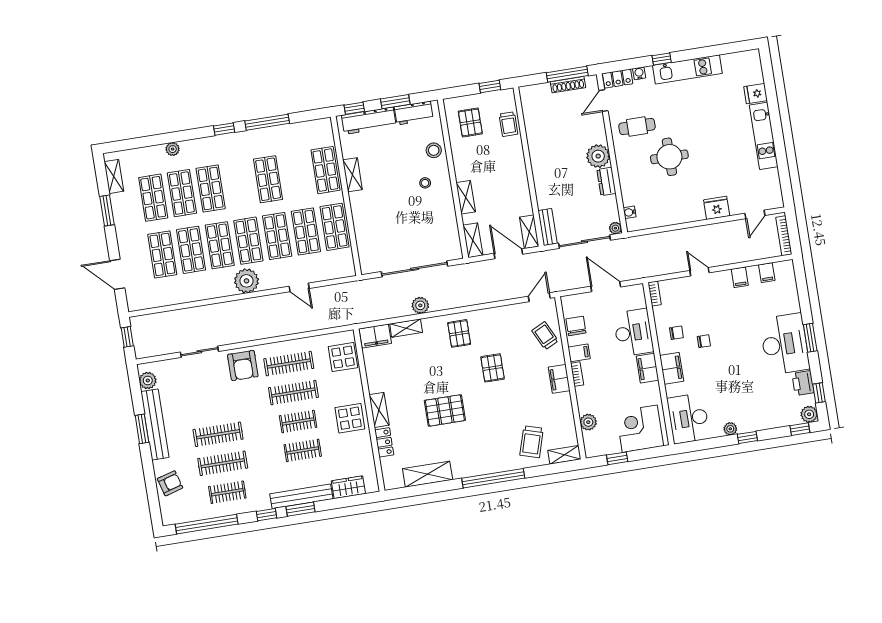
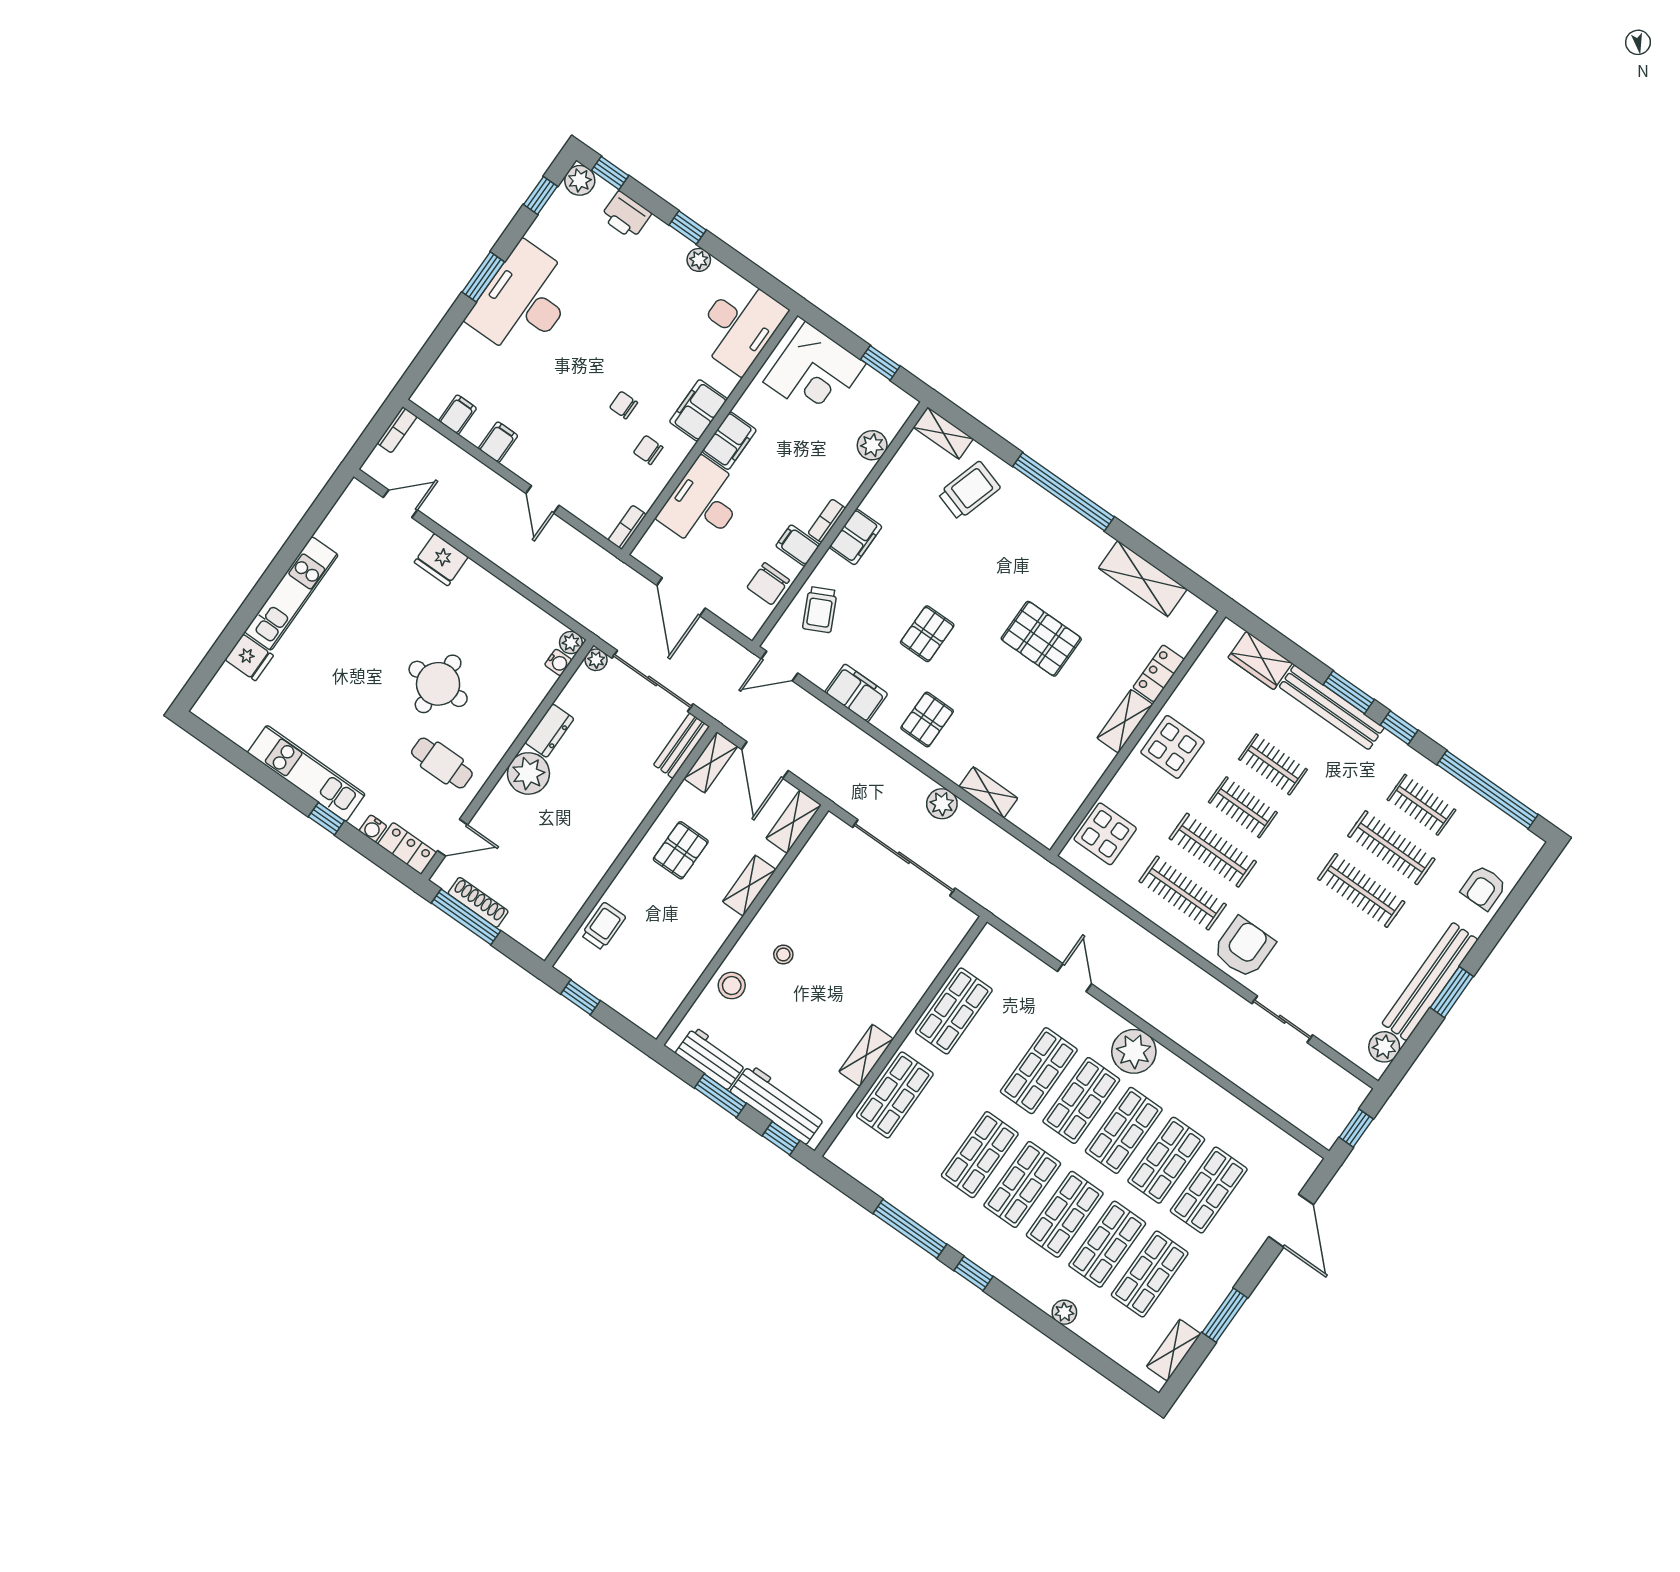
pallet: (470, 122) -> (681, 850), moved
plant: (632, 225) -> (571, 643), added
shop shelf: (306, 231) -> (1022, 1184), moved
bookcase: (784, 236) -> (397, 430), width x0.64
filing cabinet: (375, 336) -> (856, 693), moved
printer: (803, 383) -> (626, 215), moved, turned 90
armchair: (170, 483) -> (1484, 888), turned -74

